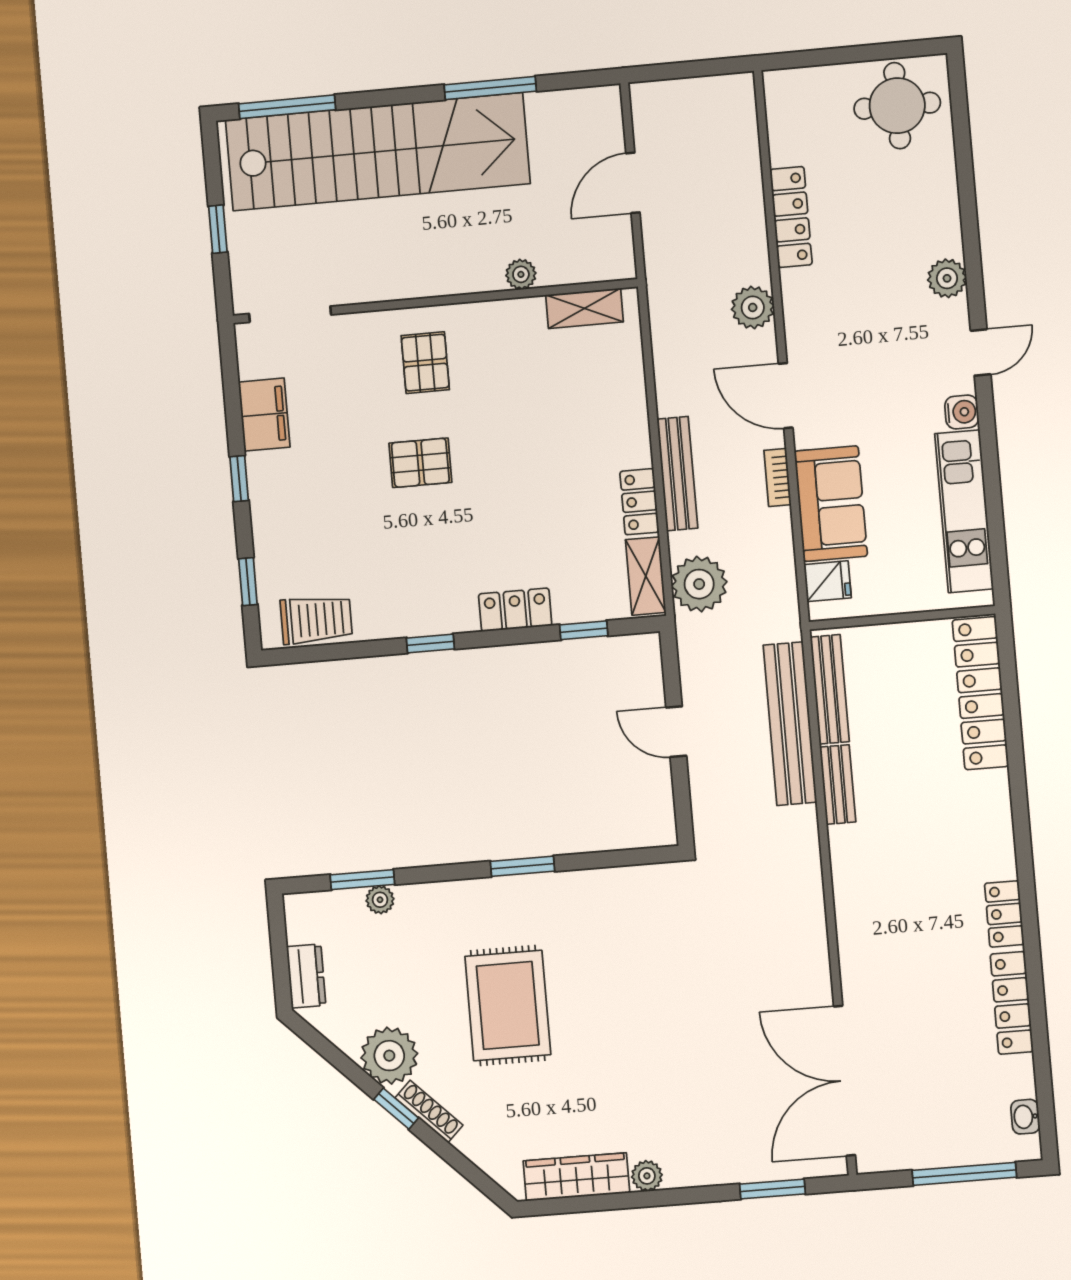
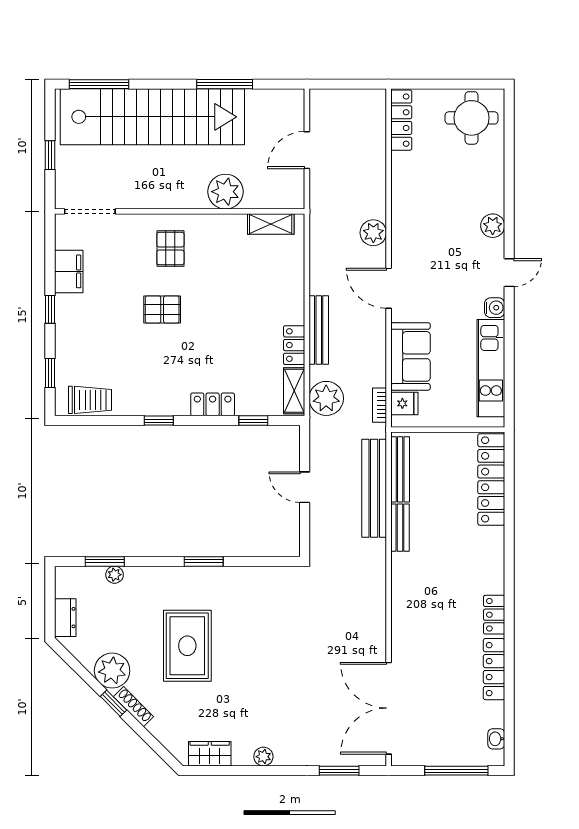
locker: (791, 217) -> (401, 120), moved
plant: (521, 274) -> (225, 192), width x1.87, depth x1.87
bookcase: (778, 477) -> (379, 405), moved
wardrobe: (576, 1177) -> (210, 754), width x0.67

